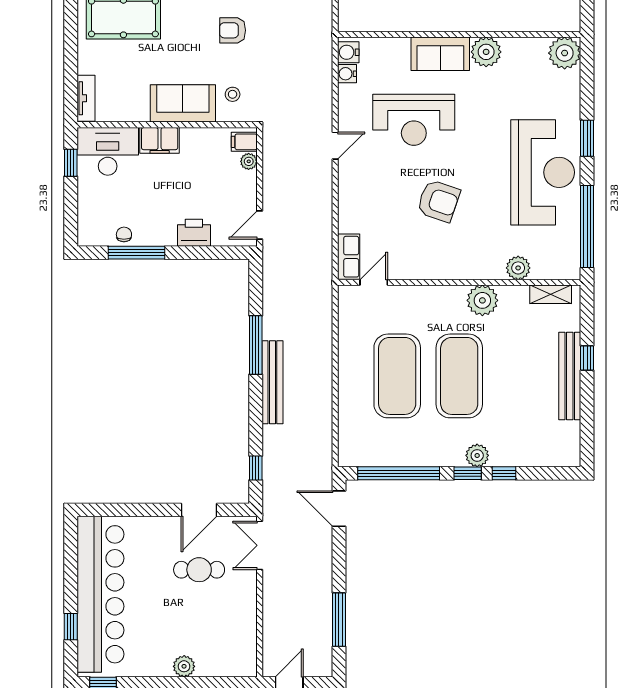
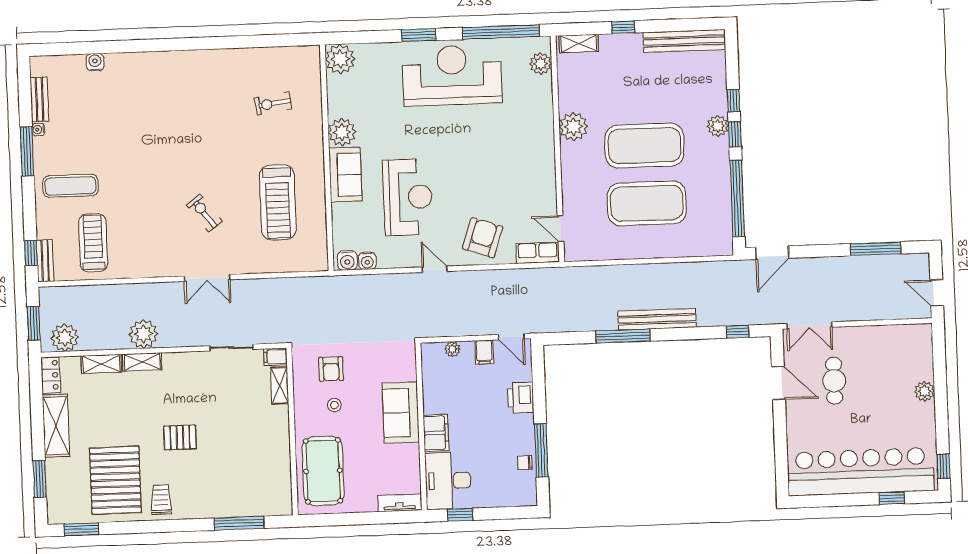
stool: (233, 94) -> (334, 405), moved
filing cabinet: (244, 142) -> (484, 352), moved
armchair: (438, 201) -> (483, 238), moved
plant: (518, 268) -> (541, 64), moved
shelving: (551, 294) -> (579, 44), moved, turned 90
bench: (570, 376) -> (684, 41), moved

